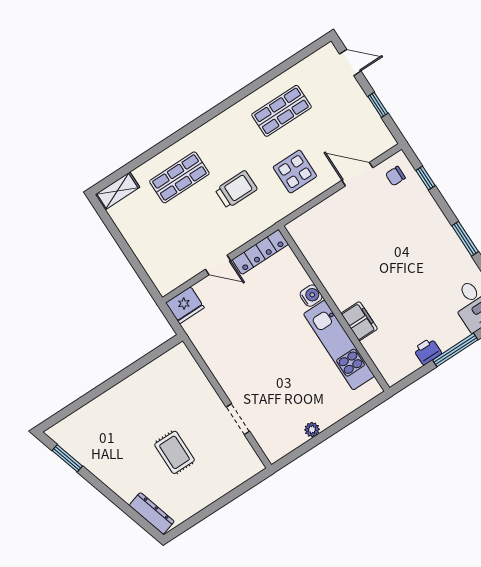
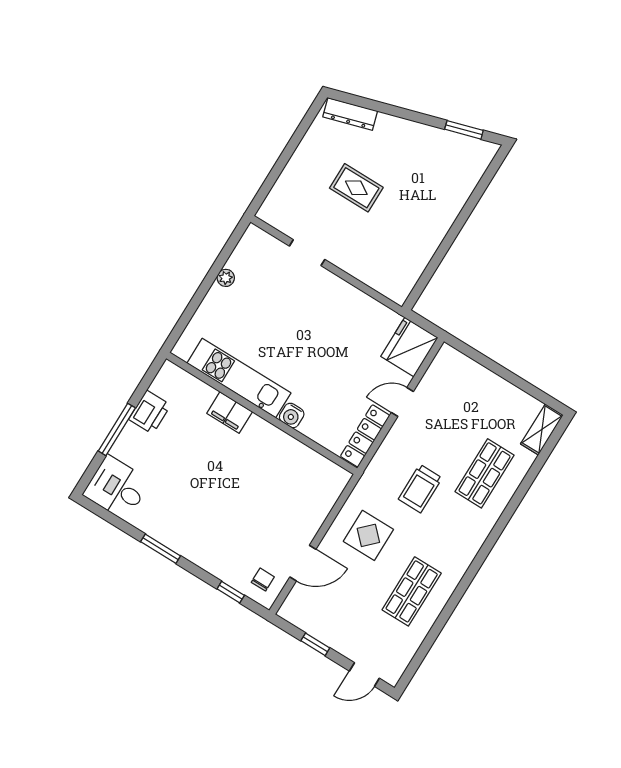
fridge: (185, 305) -> (409, 347), width x1.36, depth x1.34
printer: (427, 351) -> (150, 412), width x1.36, depth x1.24

